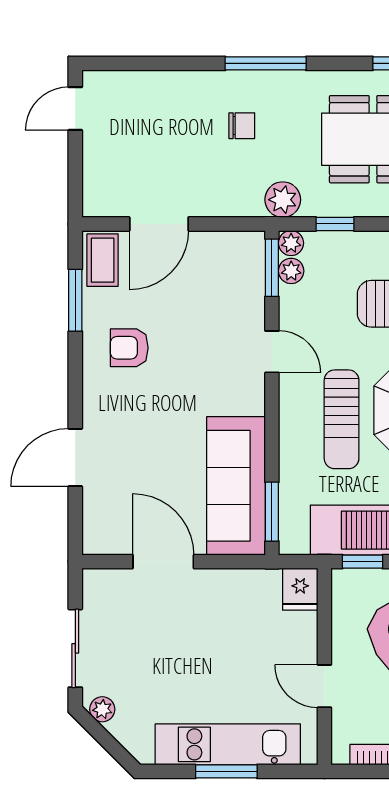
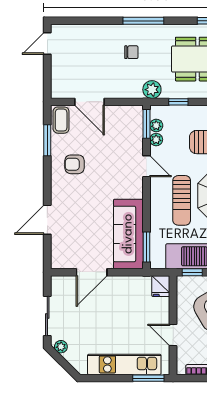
door: (159, 224) -> (90, 102), hinge flipped
plant: (291, 243) -> (156, 140), moved
door: (163, 562) -> (92, 272), swing flipped
window: (226, 771) -> (148, 378), moved

